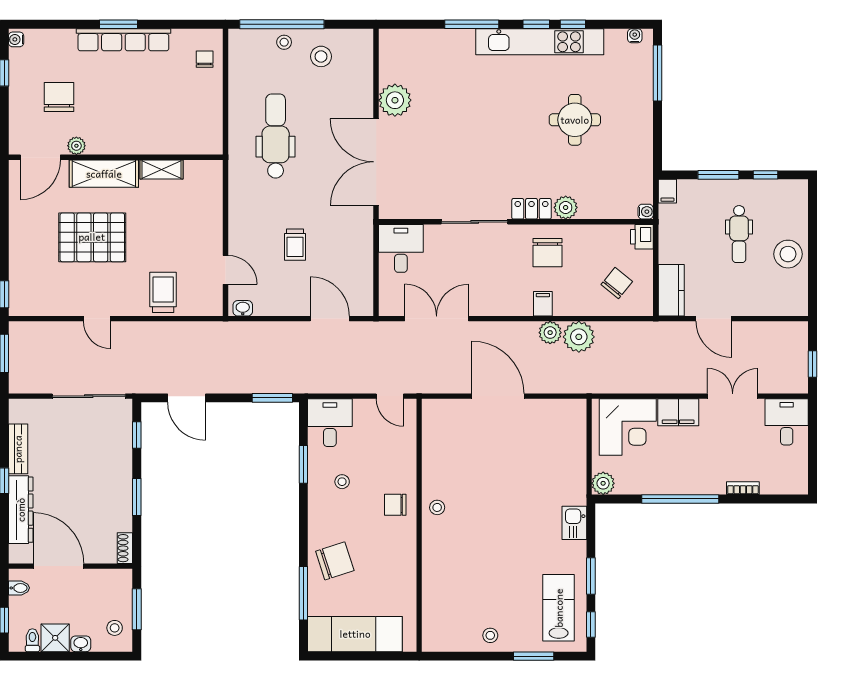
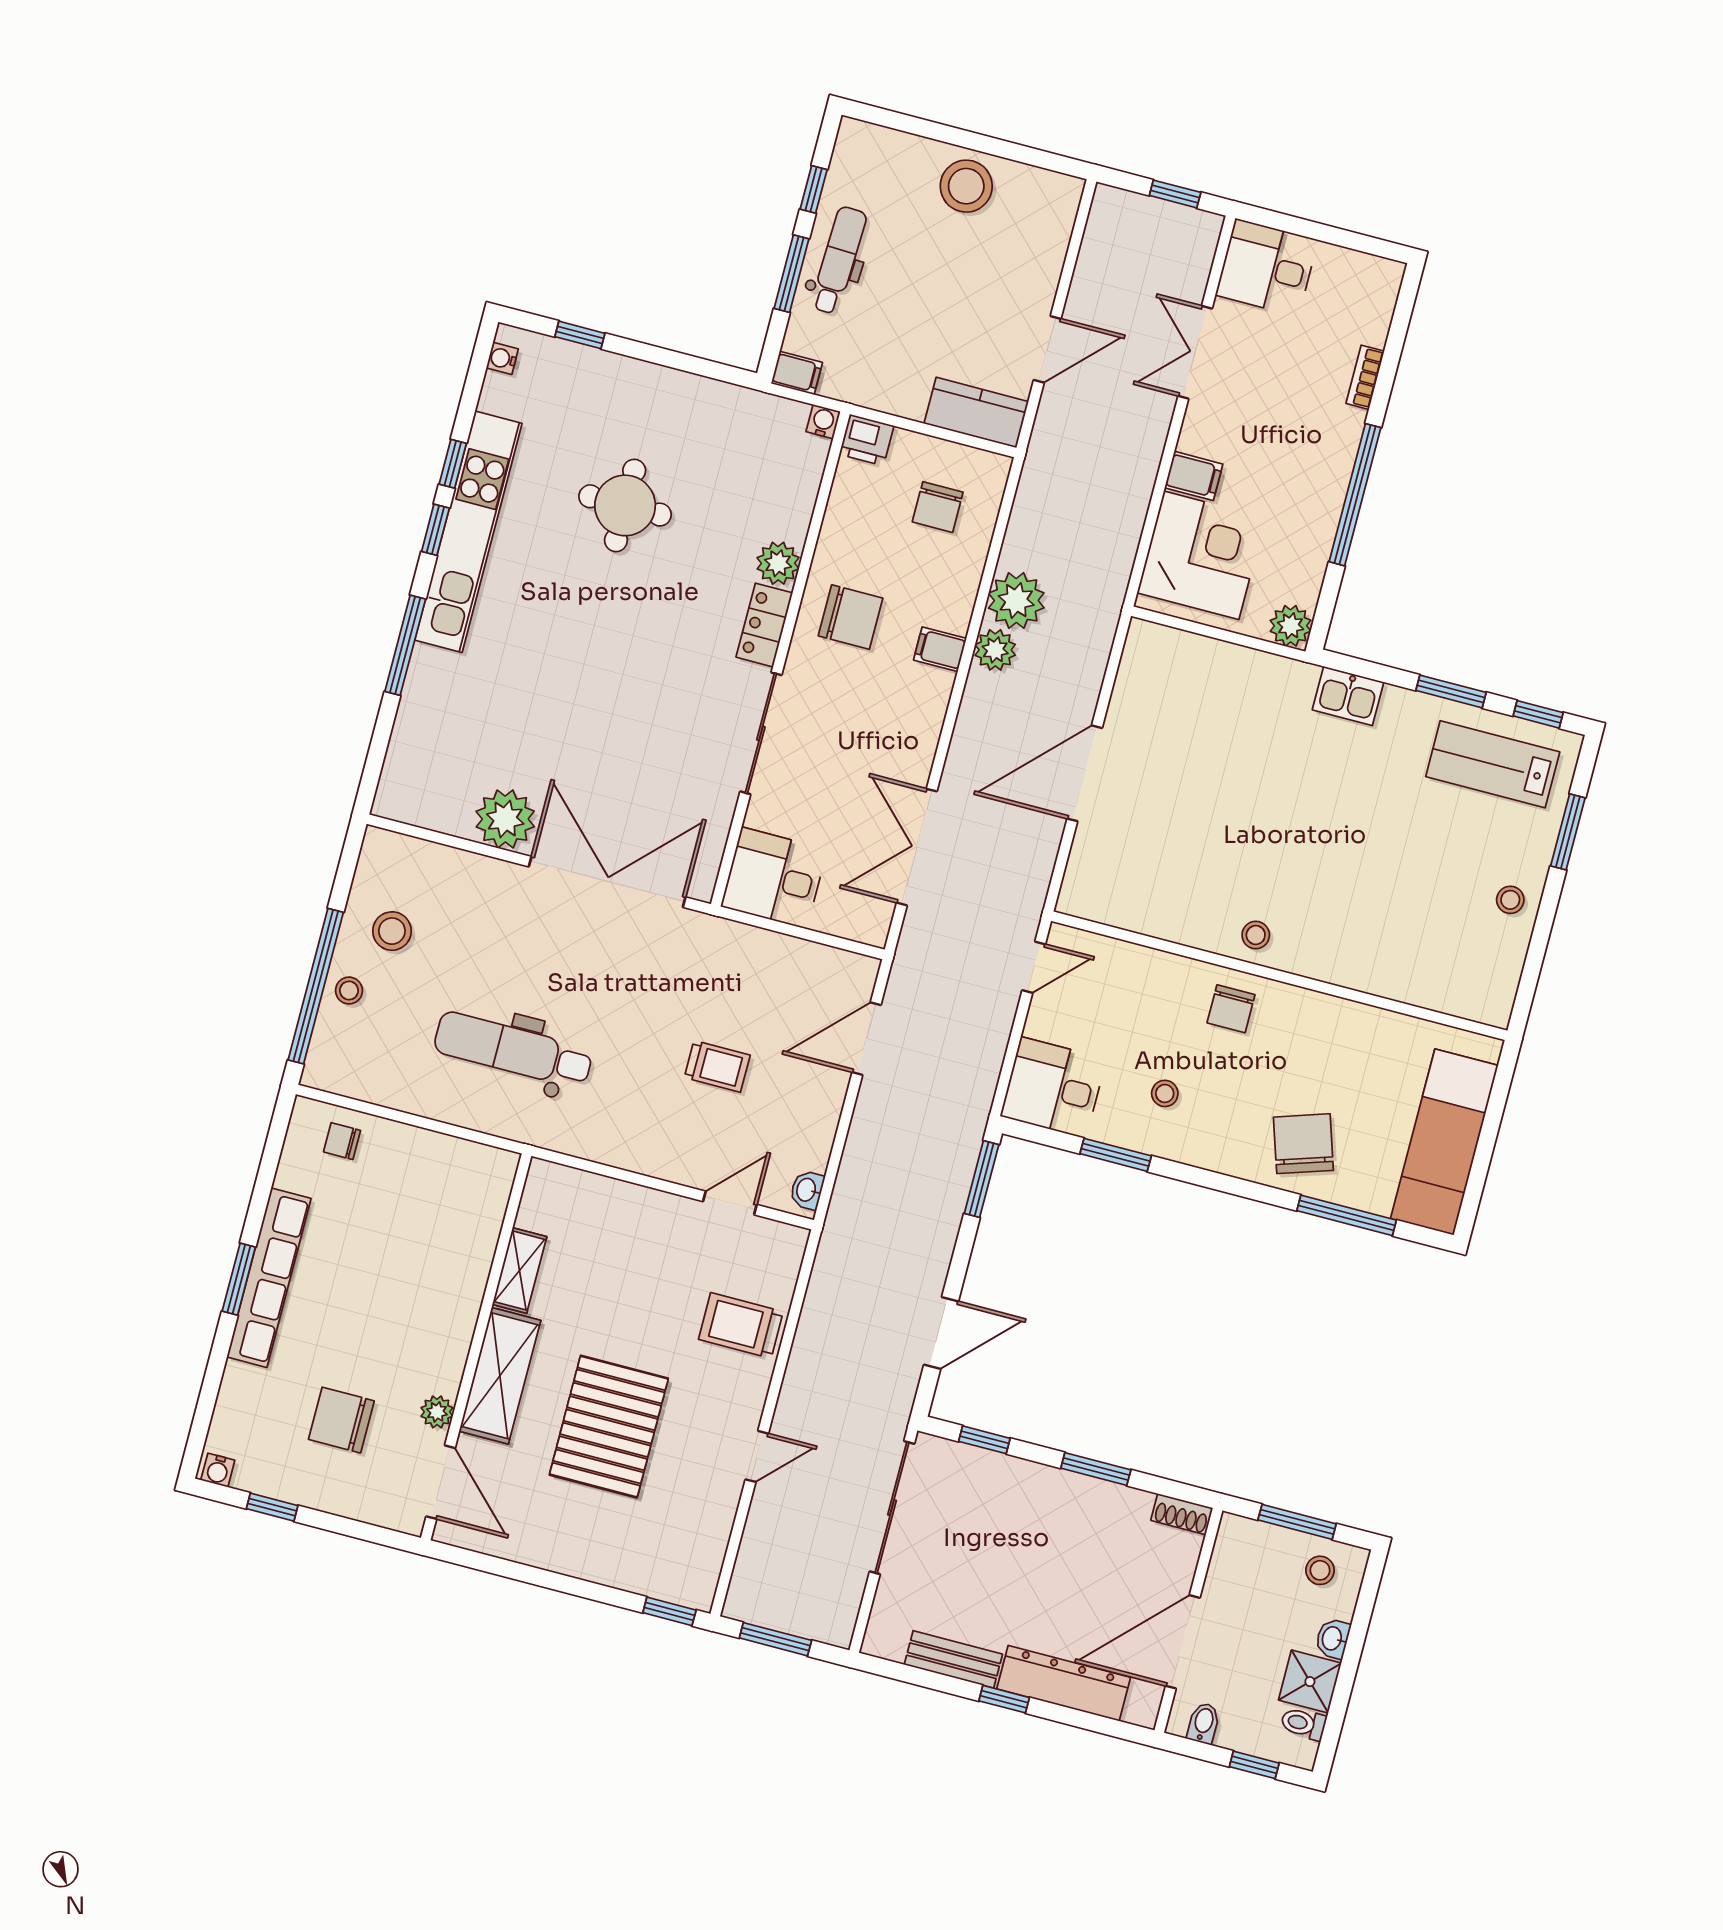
window: (658, 73) -> (580, 335), width x0.46
double door: (376, 162) -> (607, 882), swing flipped
dental chair: (739, 234) -> (839, 260), moved, turned -88
chair: (617, 283) -> (938, 507), turned -129
filing cabinet: (678, 412) -> (1194, 476), width x0.50

